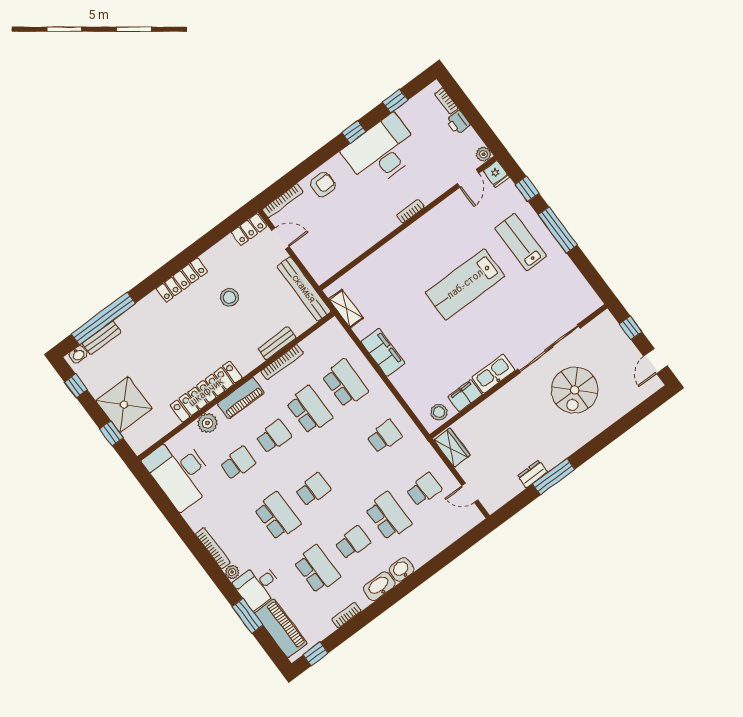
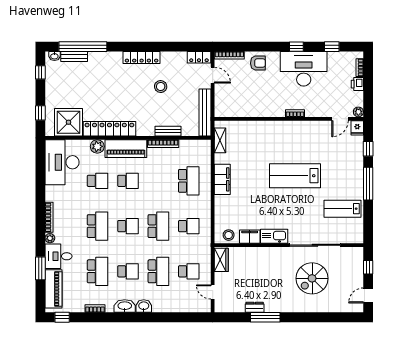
lab bench: (521, 242) -> (342, 209), moved, turned -90
piano: (241, 398) -> (126, 149), width x1.37, depth x1.33
shower: (124, 405) -> (69, 122), moved
school desk: (309, 410) -> (158, 226), moved

